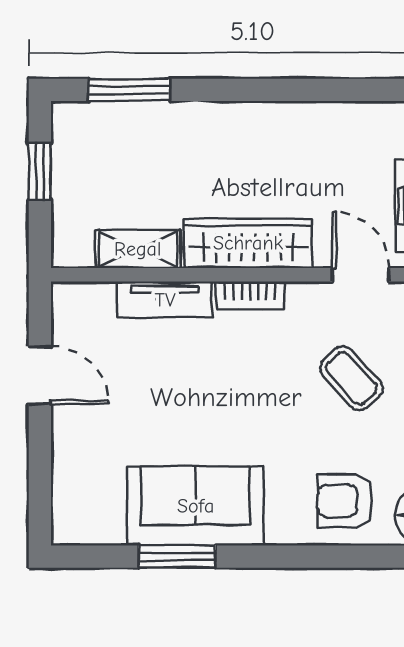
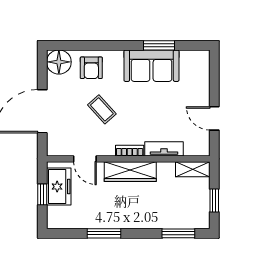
window: (314, 90) -> (104, 233), added
shelving: (138, 249) -> (193, 169), moved
coffee table: (351, 378) -> (102, 109), moved
armchair: (345, 501) -> (91, 68), turned 90

